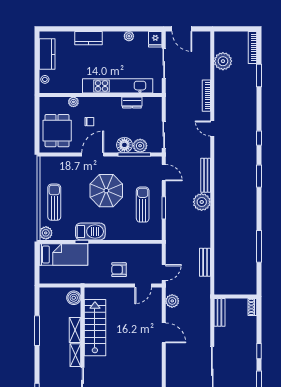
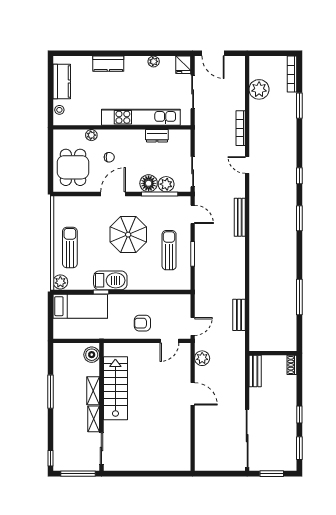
plant: (202, 202) -> (235, 247), removed

